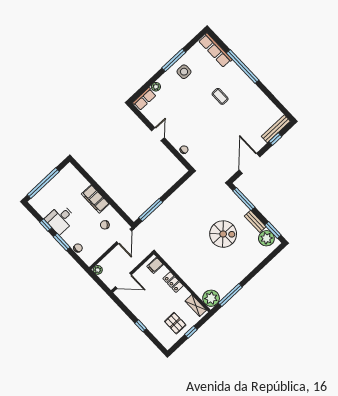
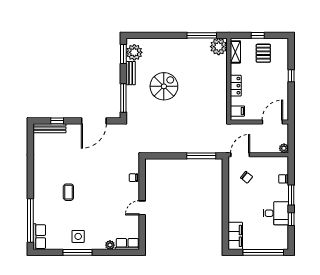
row of seats: (215, 50) -> (39, 237), width x0.68
window: (243, 67) -> (30, 220), moved
filing cabinet: (95, 199) -> (235, 236), moved
spiral stairs: (223, 234) -> (164, 86), turned 90
door: (123, 281) -> (272, 122), hinge flipped

